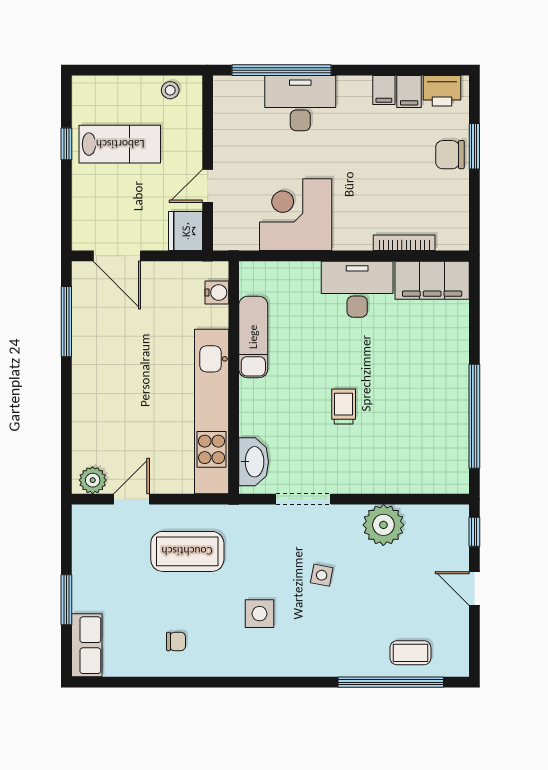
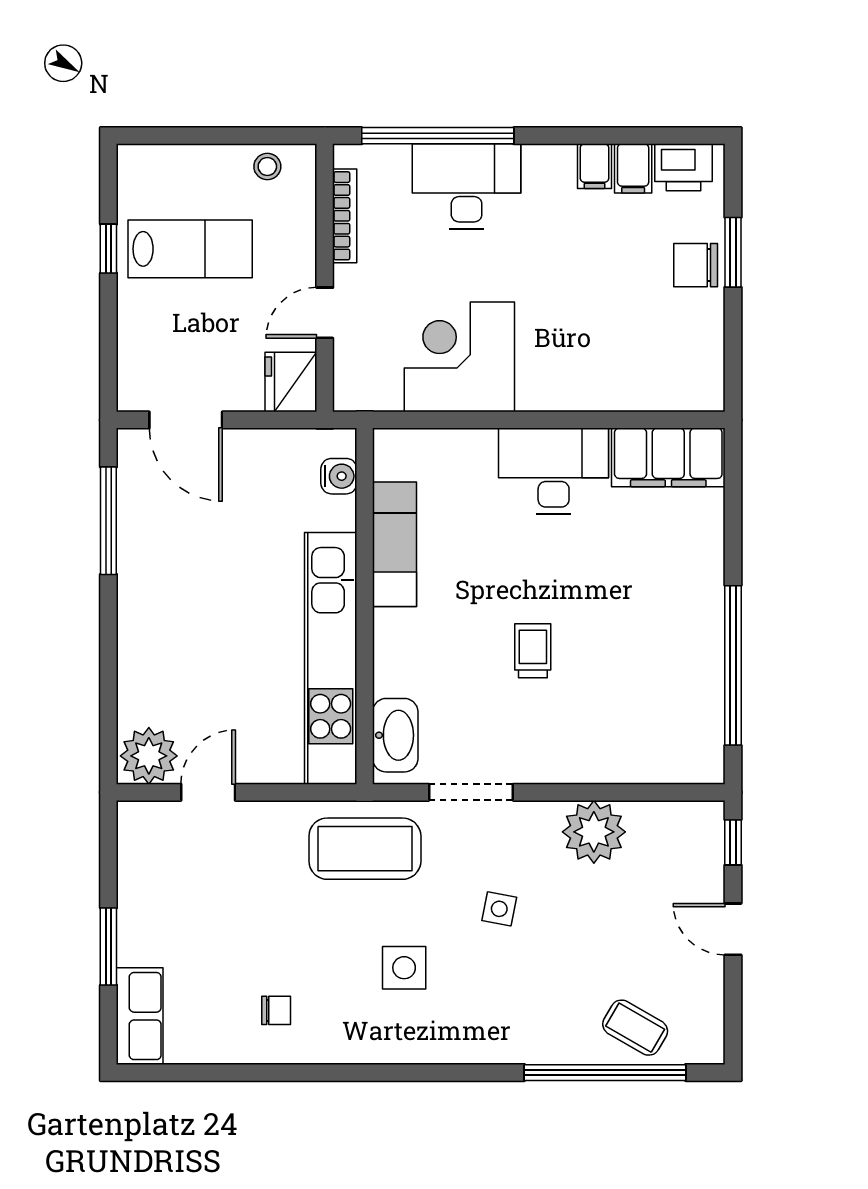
bookcase: (404, 243) -> (345, 216), moved, turned 90
plant: (93, 480) -> (149, 756), width x1.36, depth x1.36
coffee table: (187, 551) -> (365, 849), moved
coffee table: (410, 653) -> (635, 1028), turned 30

